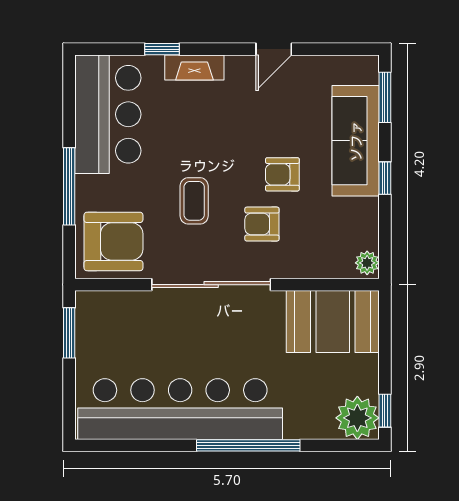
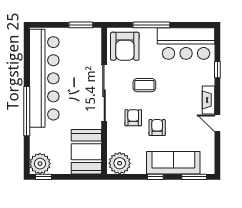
fireplace: (194, 67) -> (209, 100), moved
plant: (367, 263) -> (120, 163), width x1.88, depth x1.88

